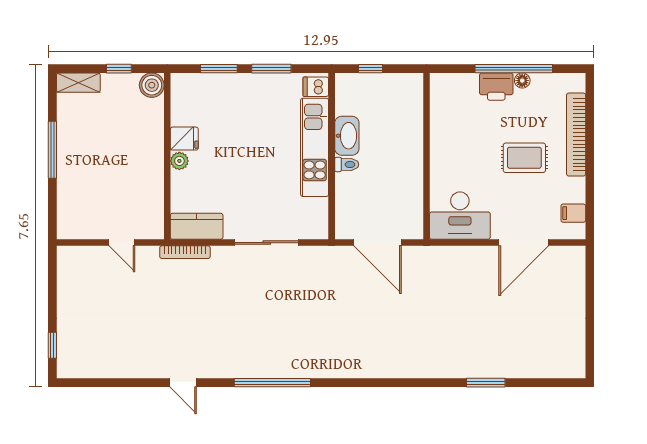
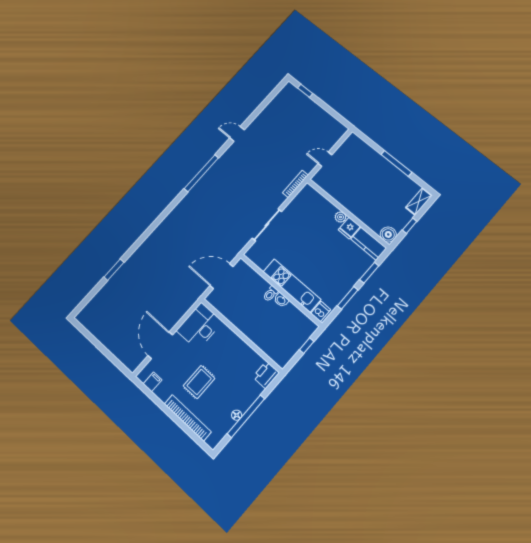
printer: (496, 87) -> (266, 375), moved
washbasin: (347, 136) -> (281, 300), width x0.52, depth x0.69
kitchen counter: (197, 226) -> (369, 244), moved, turned 90

